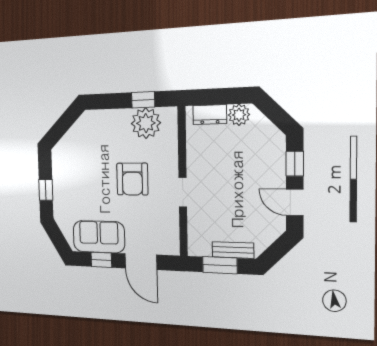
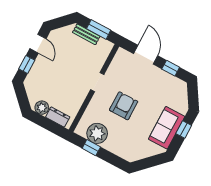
sofa: (99, 237) -> (167, 128), moved, turned 90

